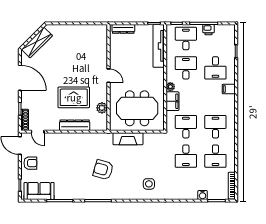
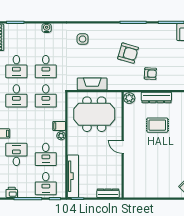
printer: (208, 30) -> (12, 192), moved
rug: (74, 97) -> (157, 125), width x0.73, depth x0.70
filing cabinet: (172, 101) -> (59, 126), width x0.50
plant: (102, 108) -> (129, 98), moved
fireplace: (128, 139) -> (92, 84), moved
armchair: (81, 149) -> (150, 74), added
desk: (186, 156) -> (46, 67), turned 180
desk: (215, 156) -> (16, 67), turned 180
water cooler: (203, 195) -> (47, 28), moved

